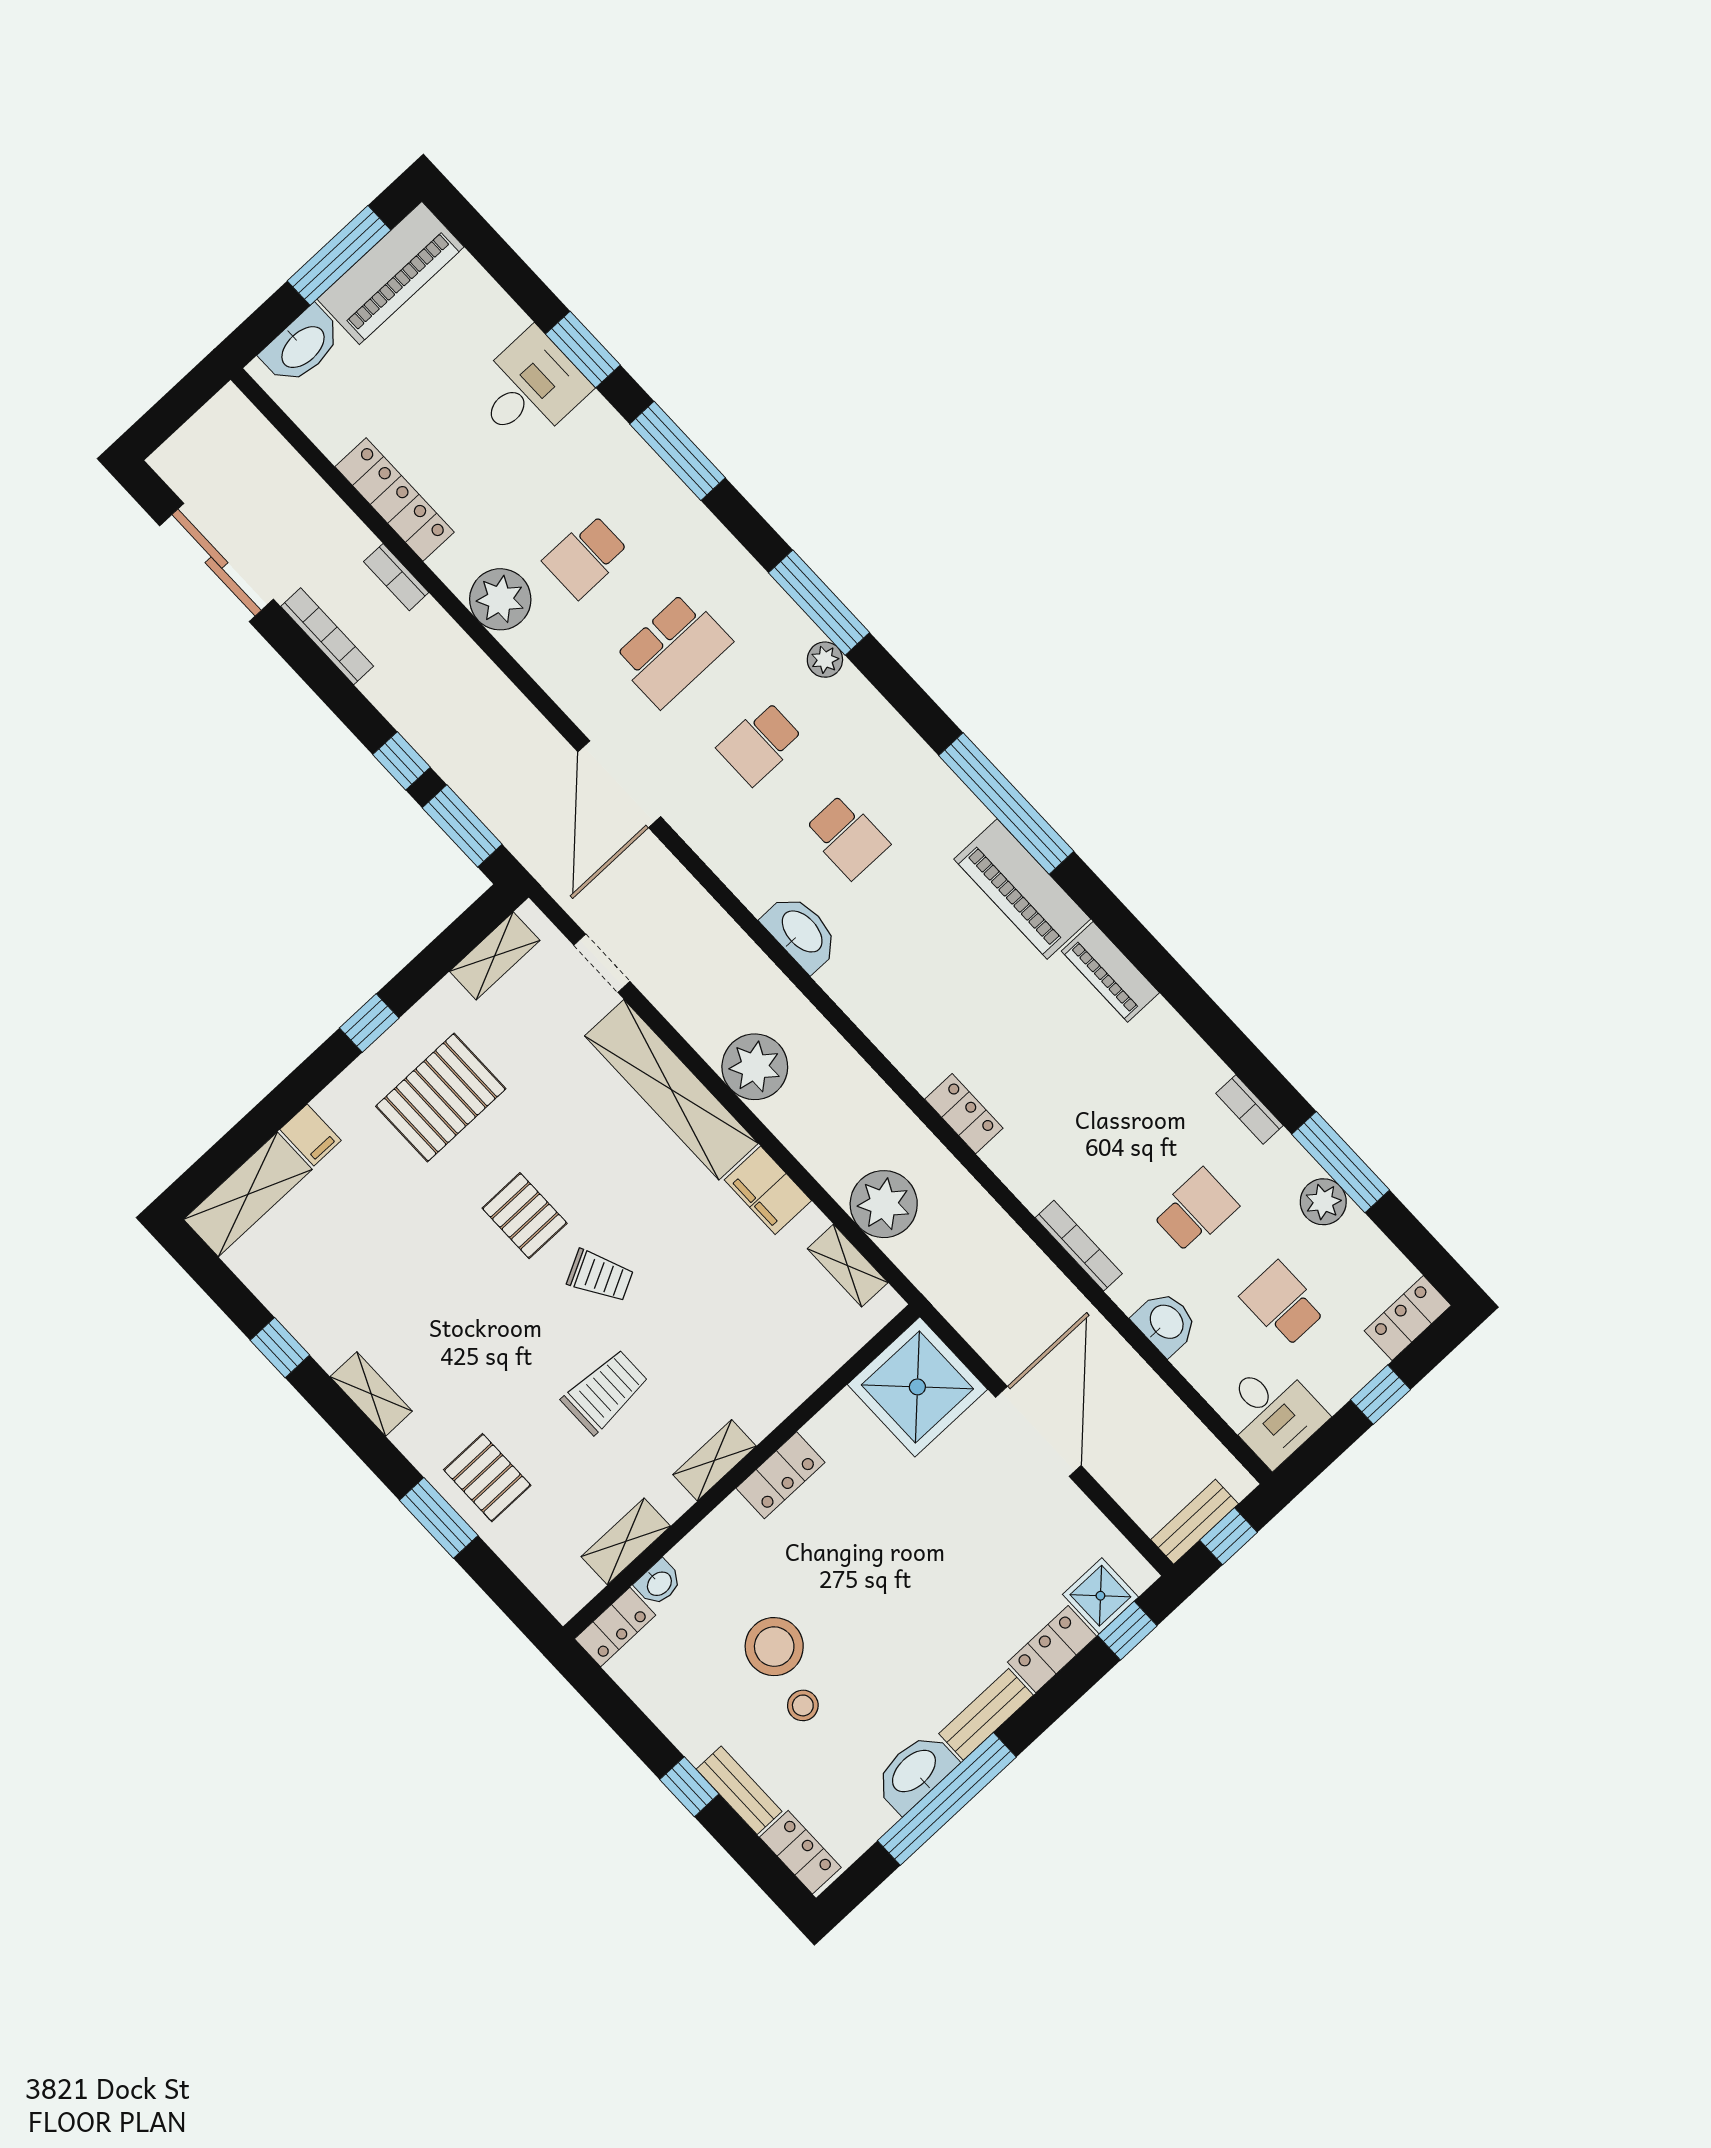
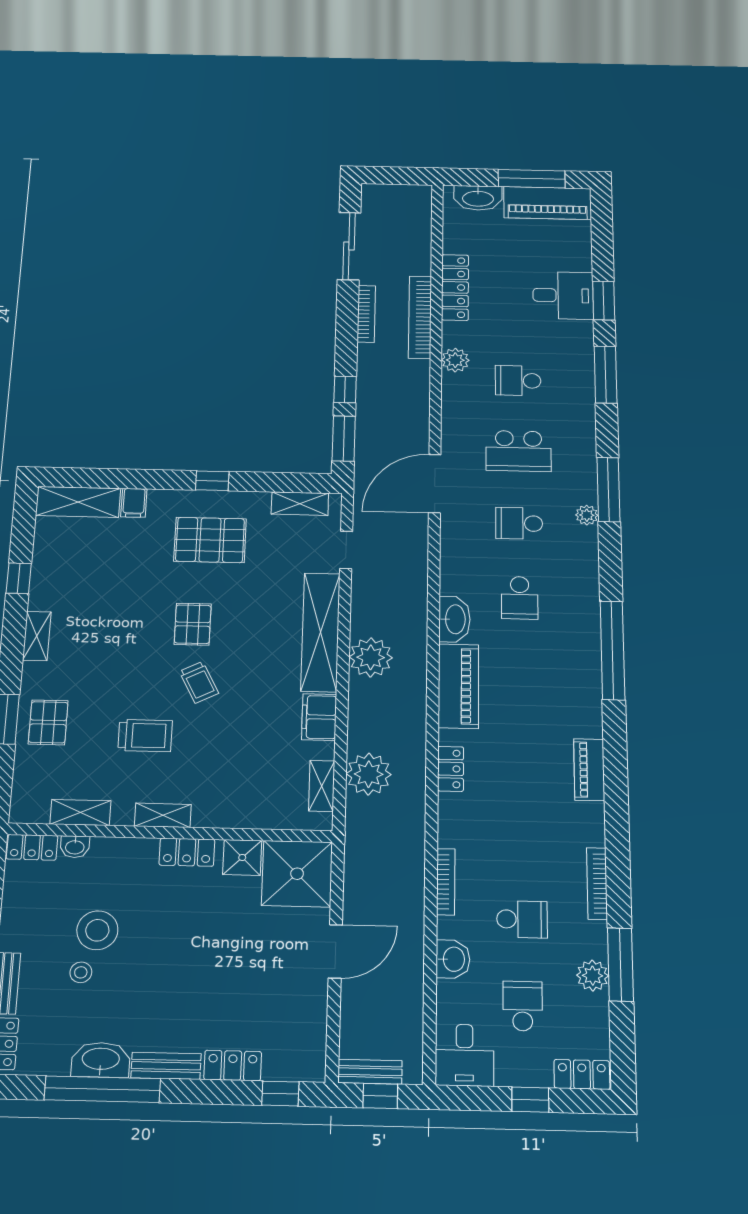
bookcase: (396, 577) -> (420, 317), width x2.31, depth x1.31
plant: (500, 599) -> (455, 360), width x0.73, depth x0.73
piano: (1022, 889) -> (458, 686), moved, turned 180
bookcase: (1250, 1109) -> (597, 883), width x1.56
door: (1038, 1431) -> (335, 951), width x0.73
shower: (1100, 1596) -> (242, 857), moved

